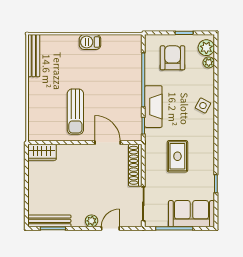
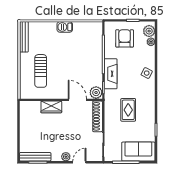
sun lounger: (75, 112) -> (41, 71), moved
plant: (133, 132) -> (96, 93), added
wardrobe: (42, 152) -> (51, 107), moved

